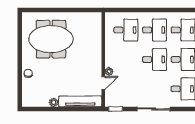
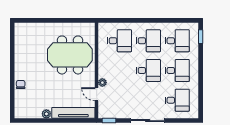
meeting table: (51, 39) -> (70, 55), moved
door: (103, 83) -> (97, 94), swing flipped

